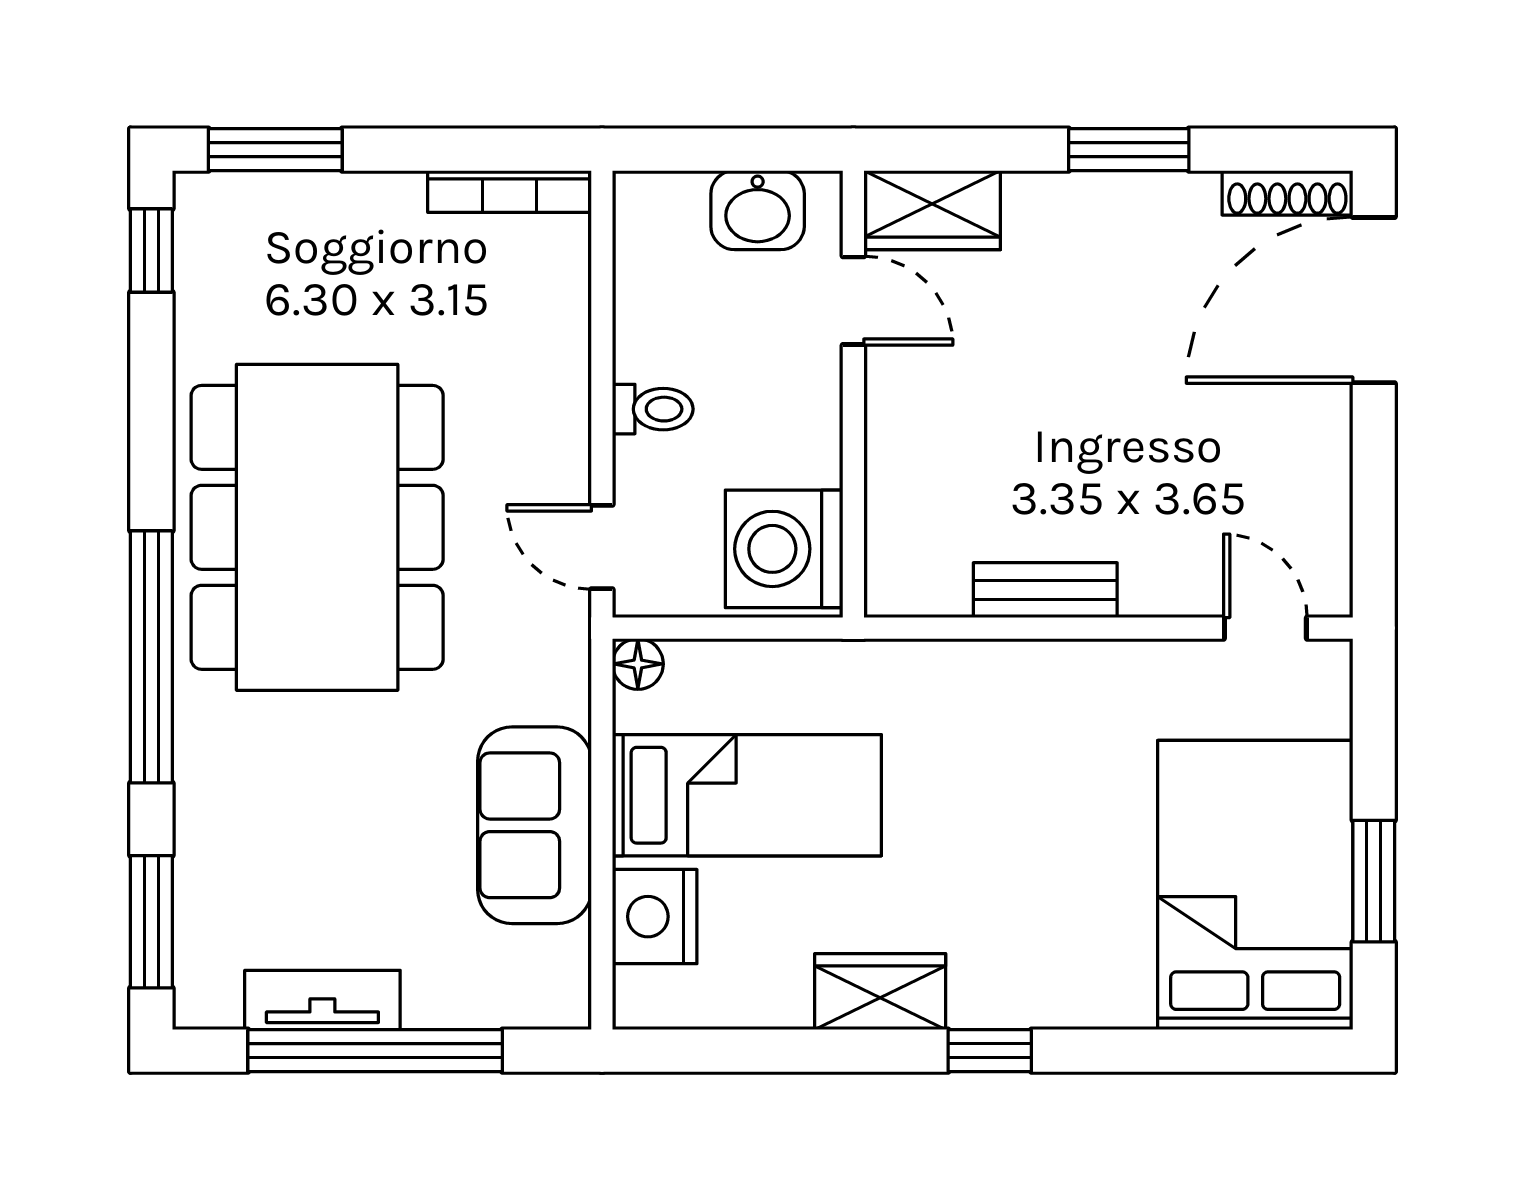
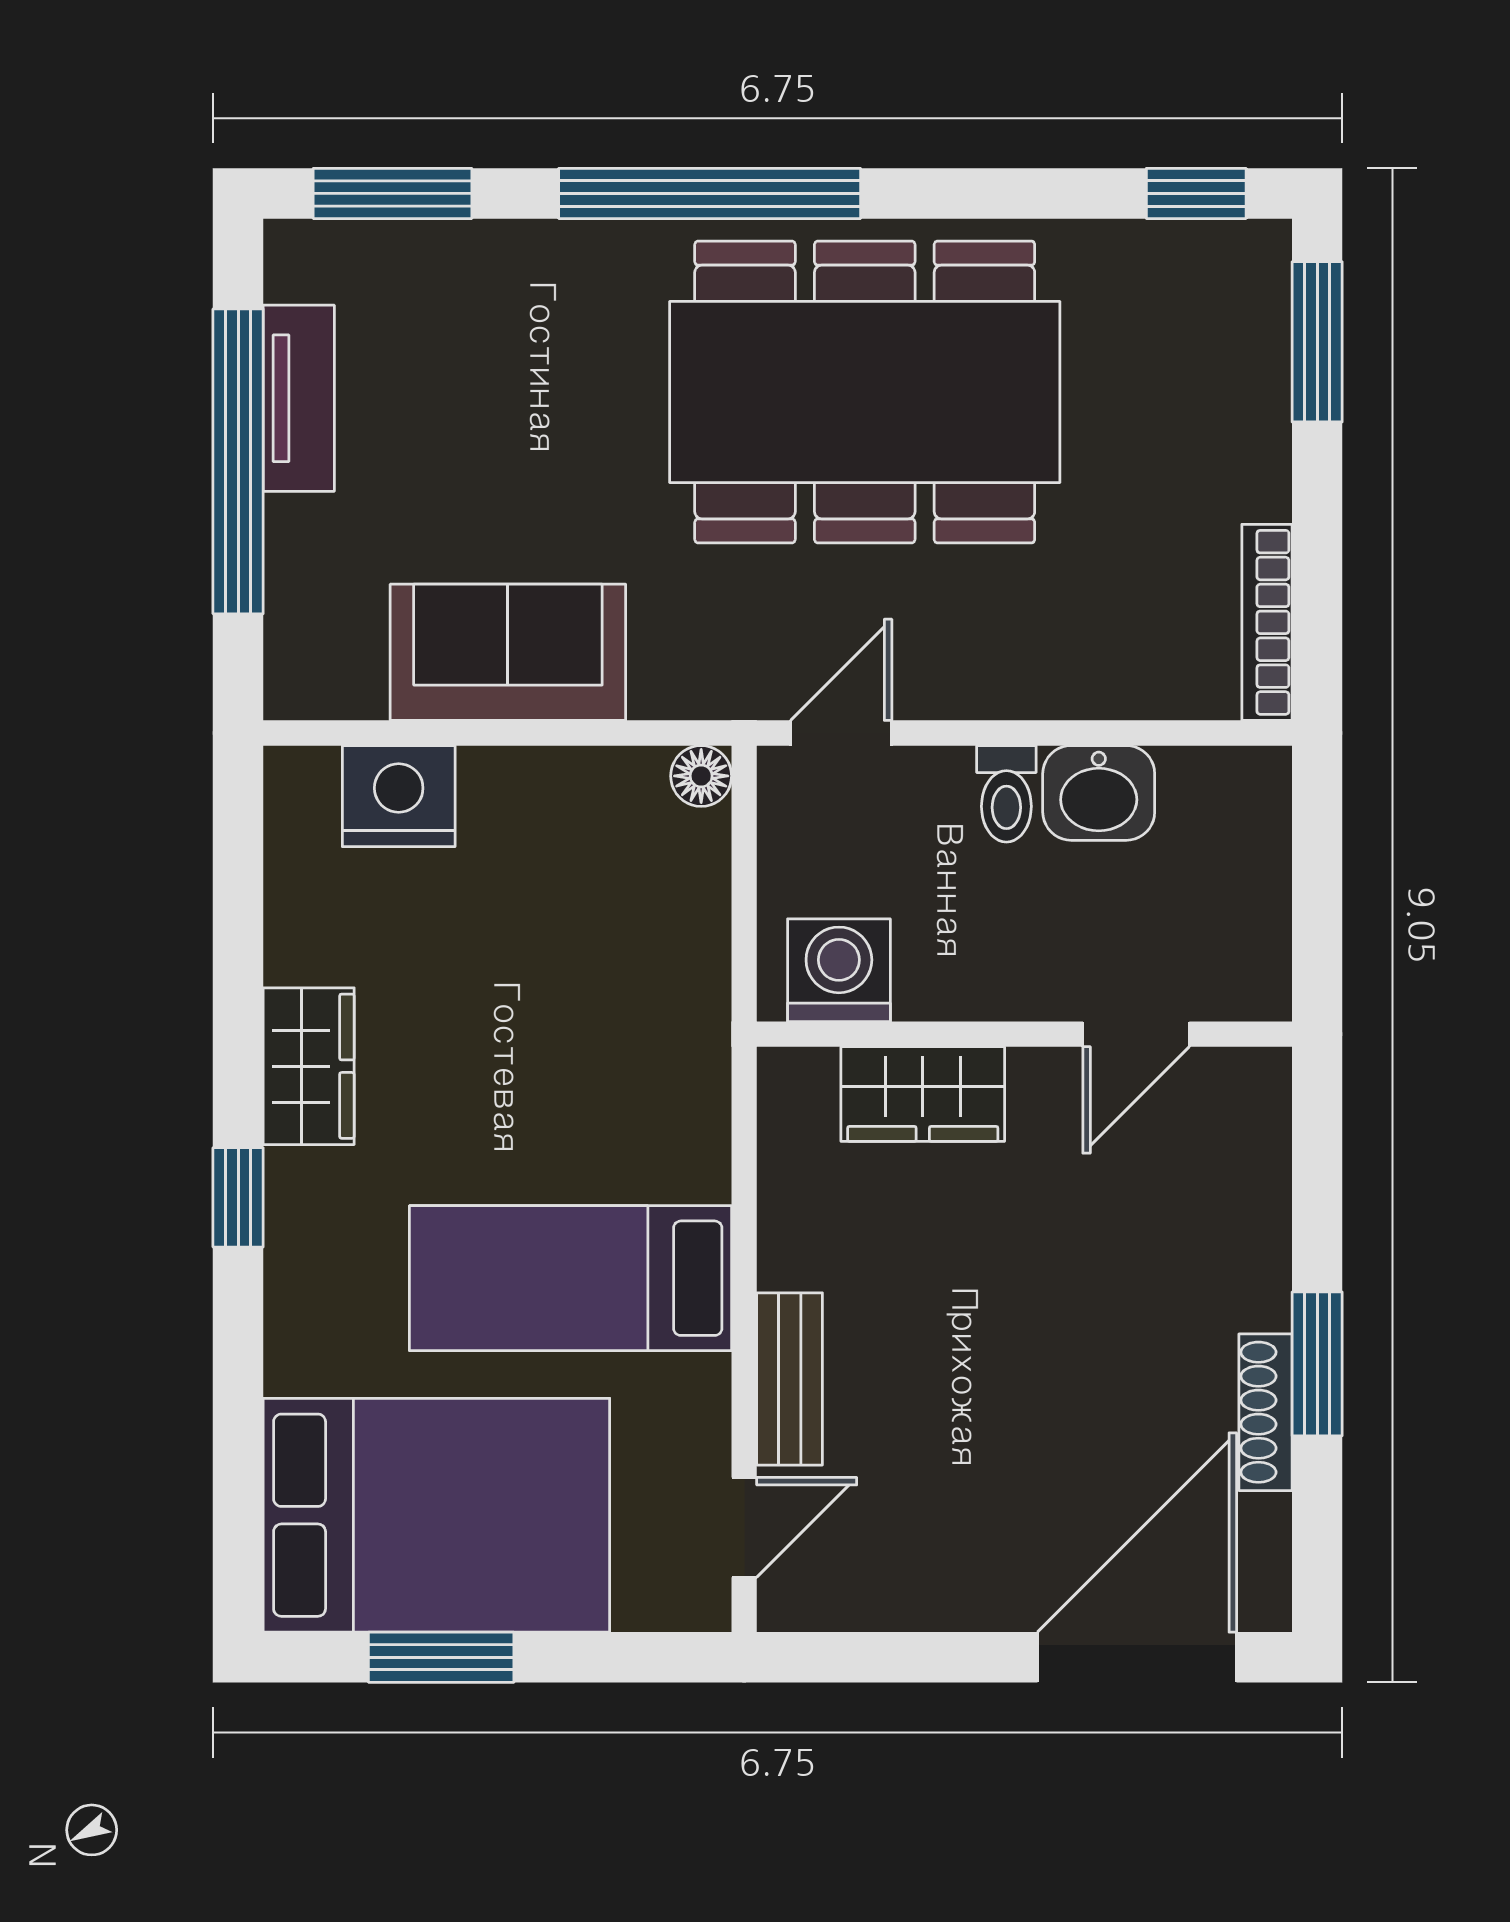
shoe rack: (1287, 193) -> (1265, 1412), moved
washbasin: (758, 210) -> (1099, 793), moved, turned -90
wardrobe: (932, 210) -> (923, 1094), moved, turned -90
door: (1374, 300) -> (1137, 1657), hinge flipped
washing machine: (784, 549) -> (839, 970), width x0.73, depth x0.73
bench: (1045, 590) -> (790, 1379), moved
bed: (747, 795) -> (571, 1278), moved, turned 90

